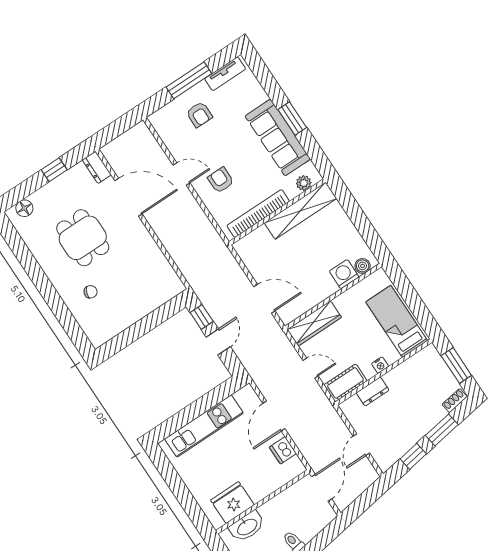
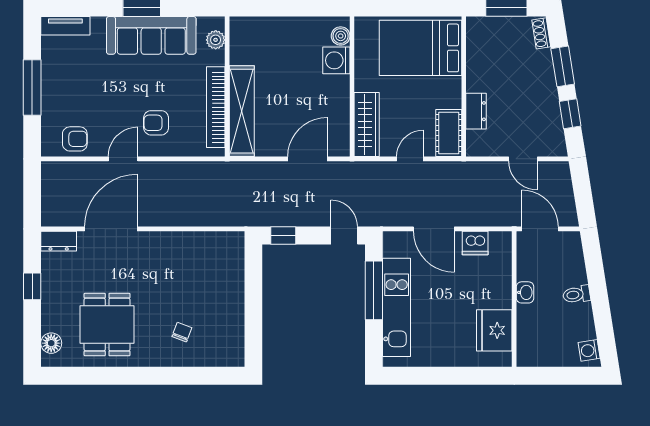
tv unit: (225, 74) -> (65, 26), moved, turned 90
armchair: (199, 114) -> (75, 139), moved
shelving: (301, 211) -> (242, 111), moved
dining table: (83, 238) -> (107, 325), moved, turned 90
bed: (397, 321) -> (420, 48), width x1.50
door: (218, 342) -> (344, 236), moved
nightstand: (380, 365) -> (454, 86), removed
window: (205, 403) -> (374, 290), added
washbasin: (247, 527) -> (525, 292), moved, width x0.52, depth x0.69

